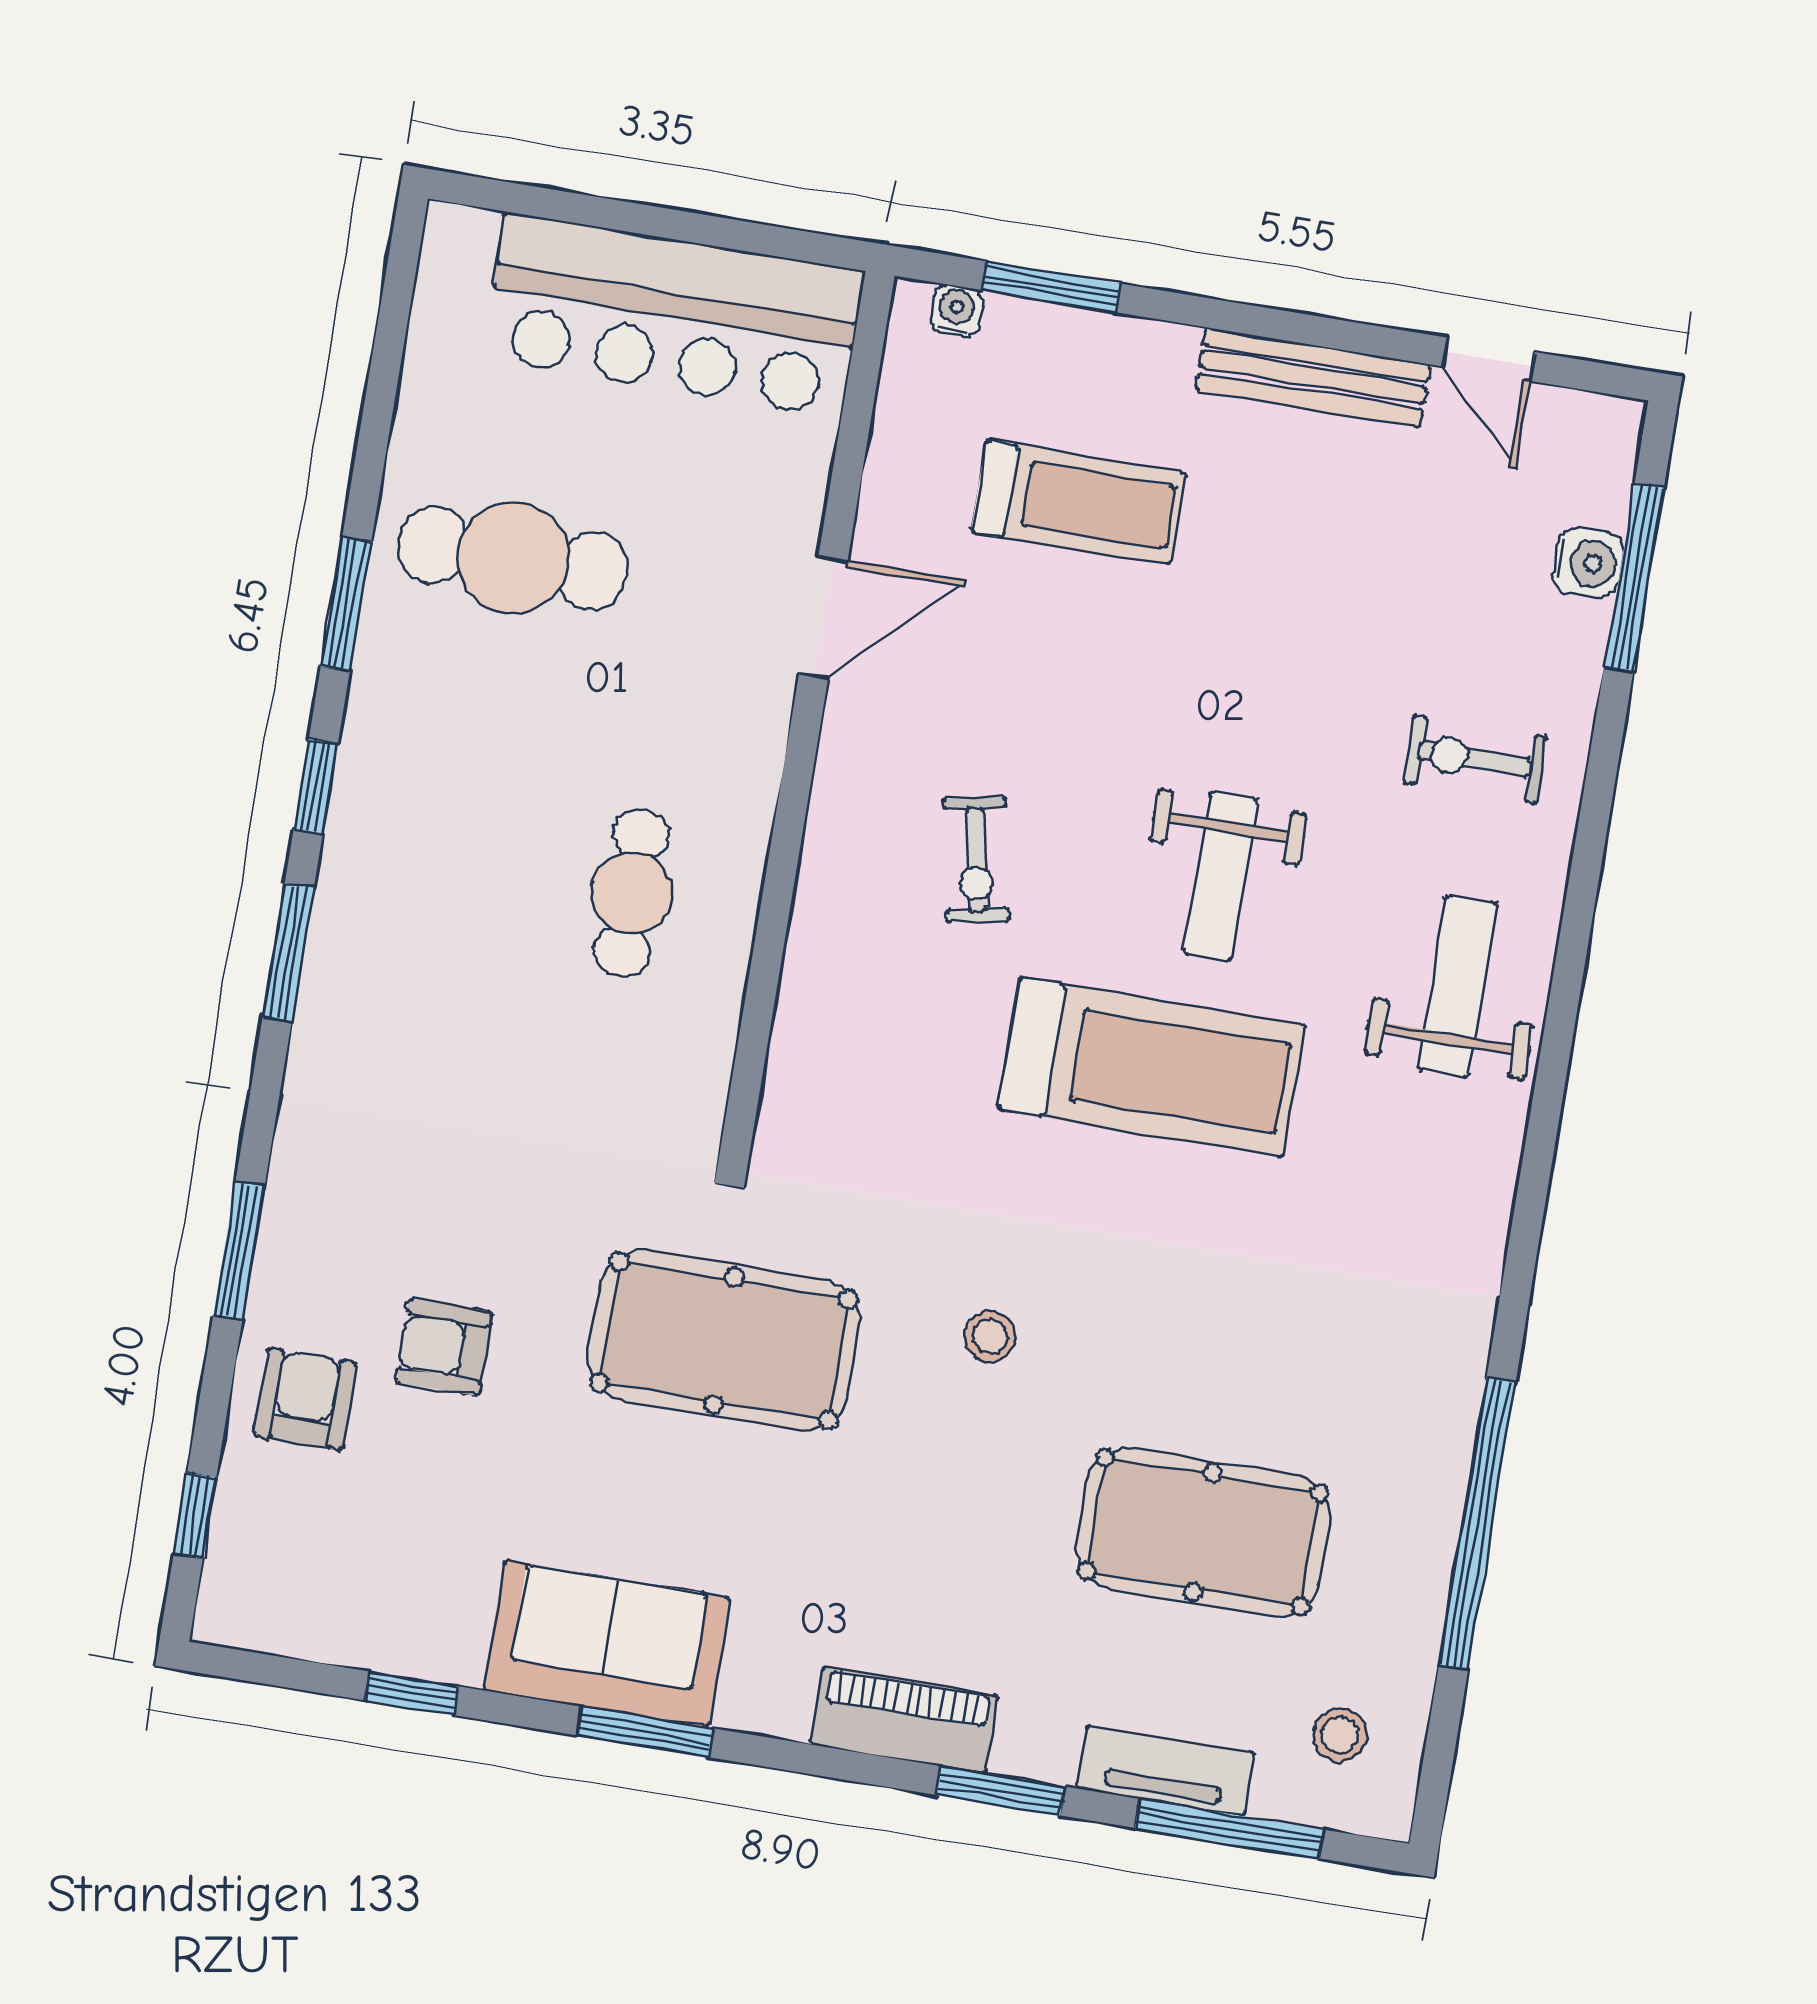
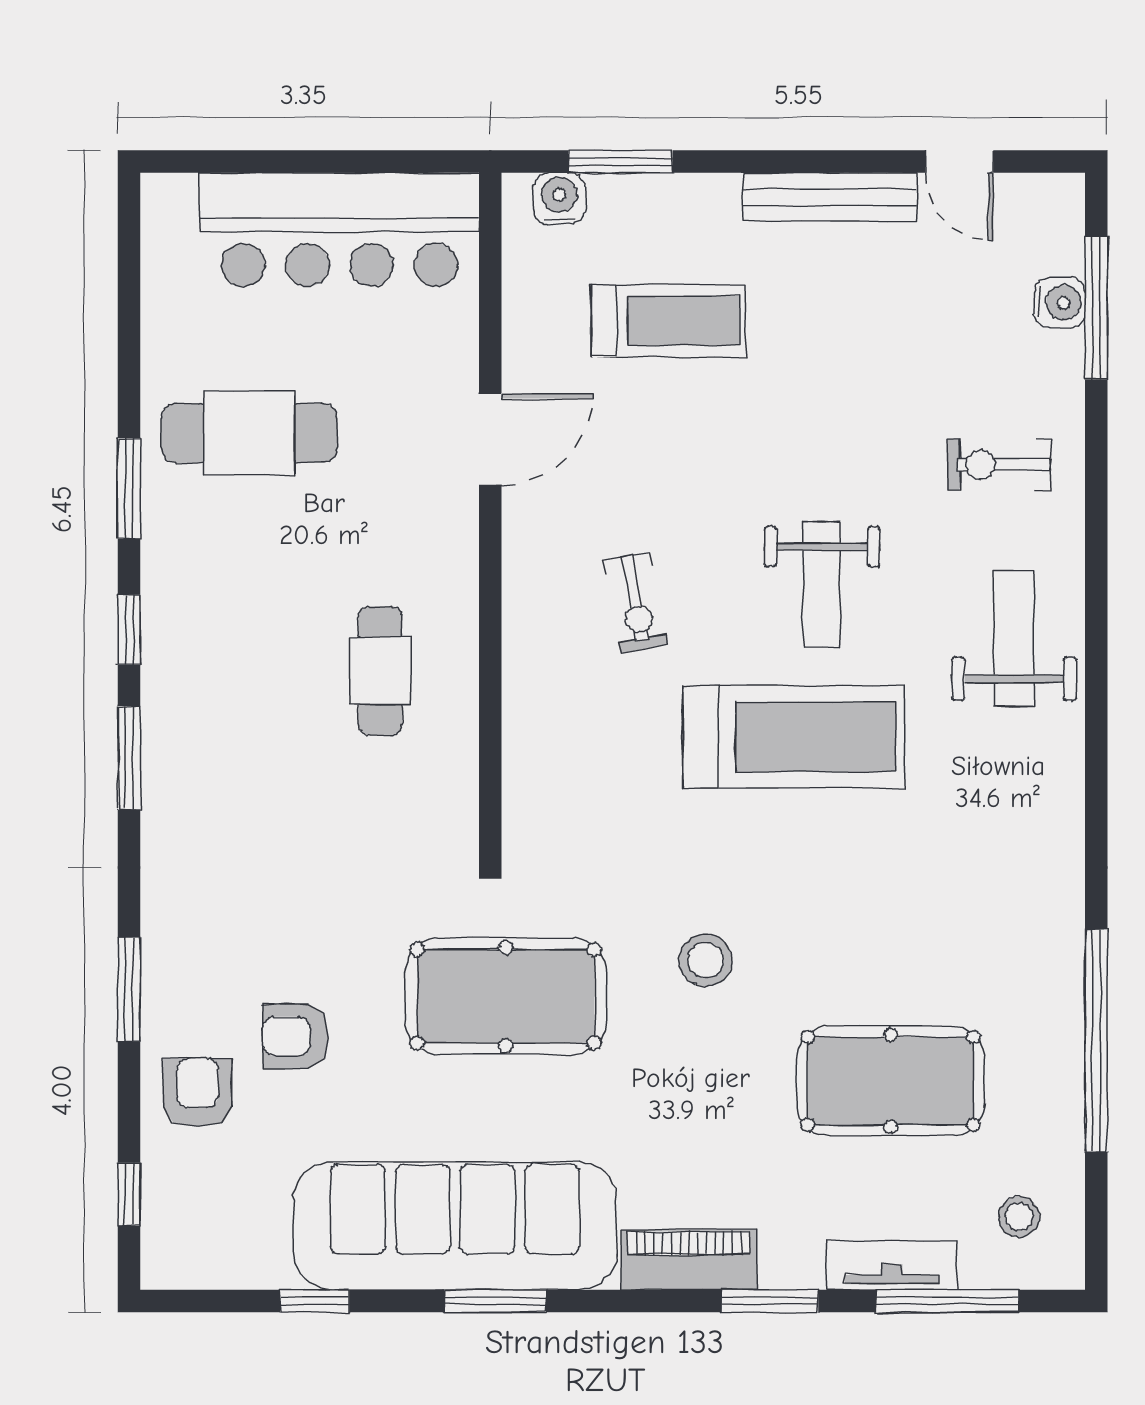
water cooler: (956, 311) -> (559, 199), width x1.38, depth x1.38
stool: (990, 1337) -> (706, 960), width x1.37, depth x1.37
sofa: (606, 1644) -> (455, 1226), width x1.85, depth x1.27

